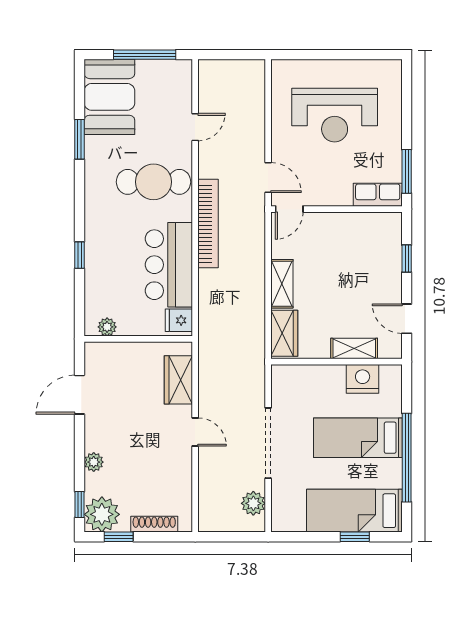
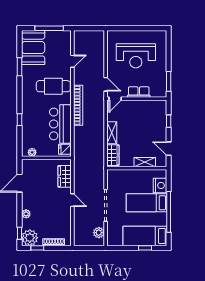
row of seats: (378, 195) -> (139, 92), moved
nightstand: (363, 379) -> (160, 185), moved, turned 90

